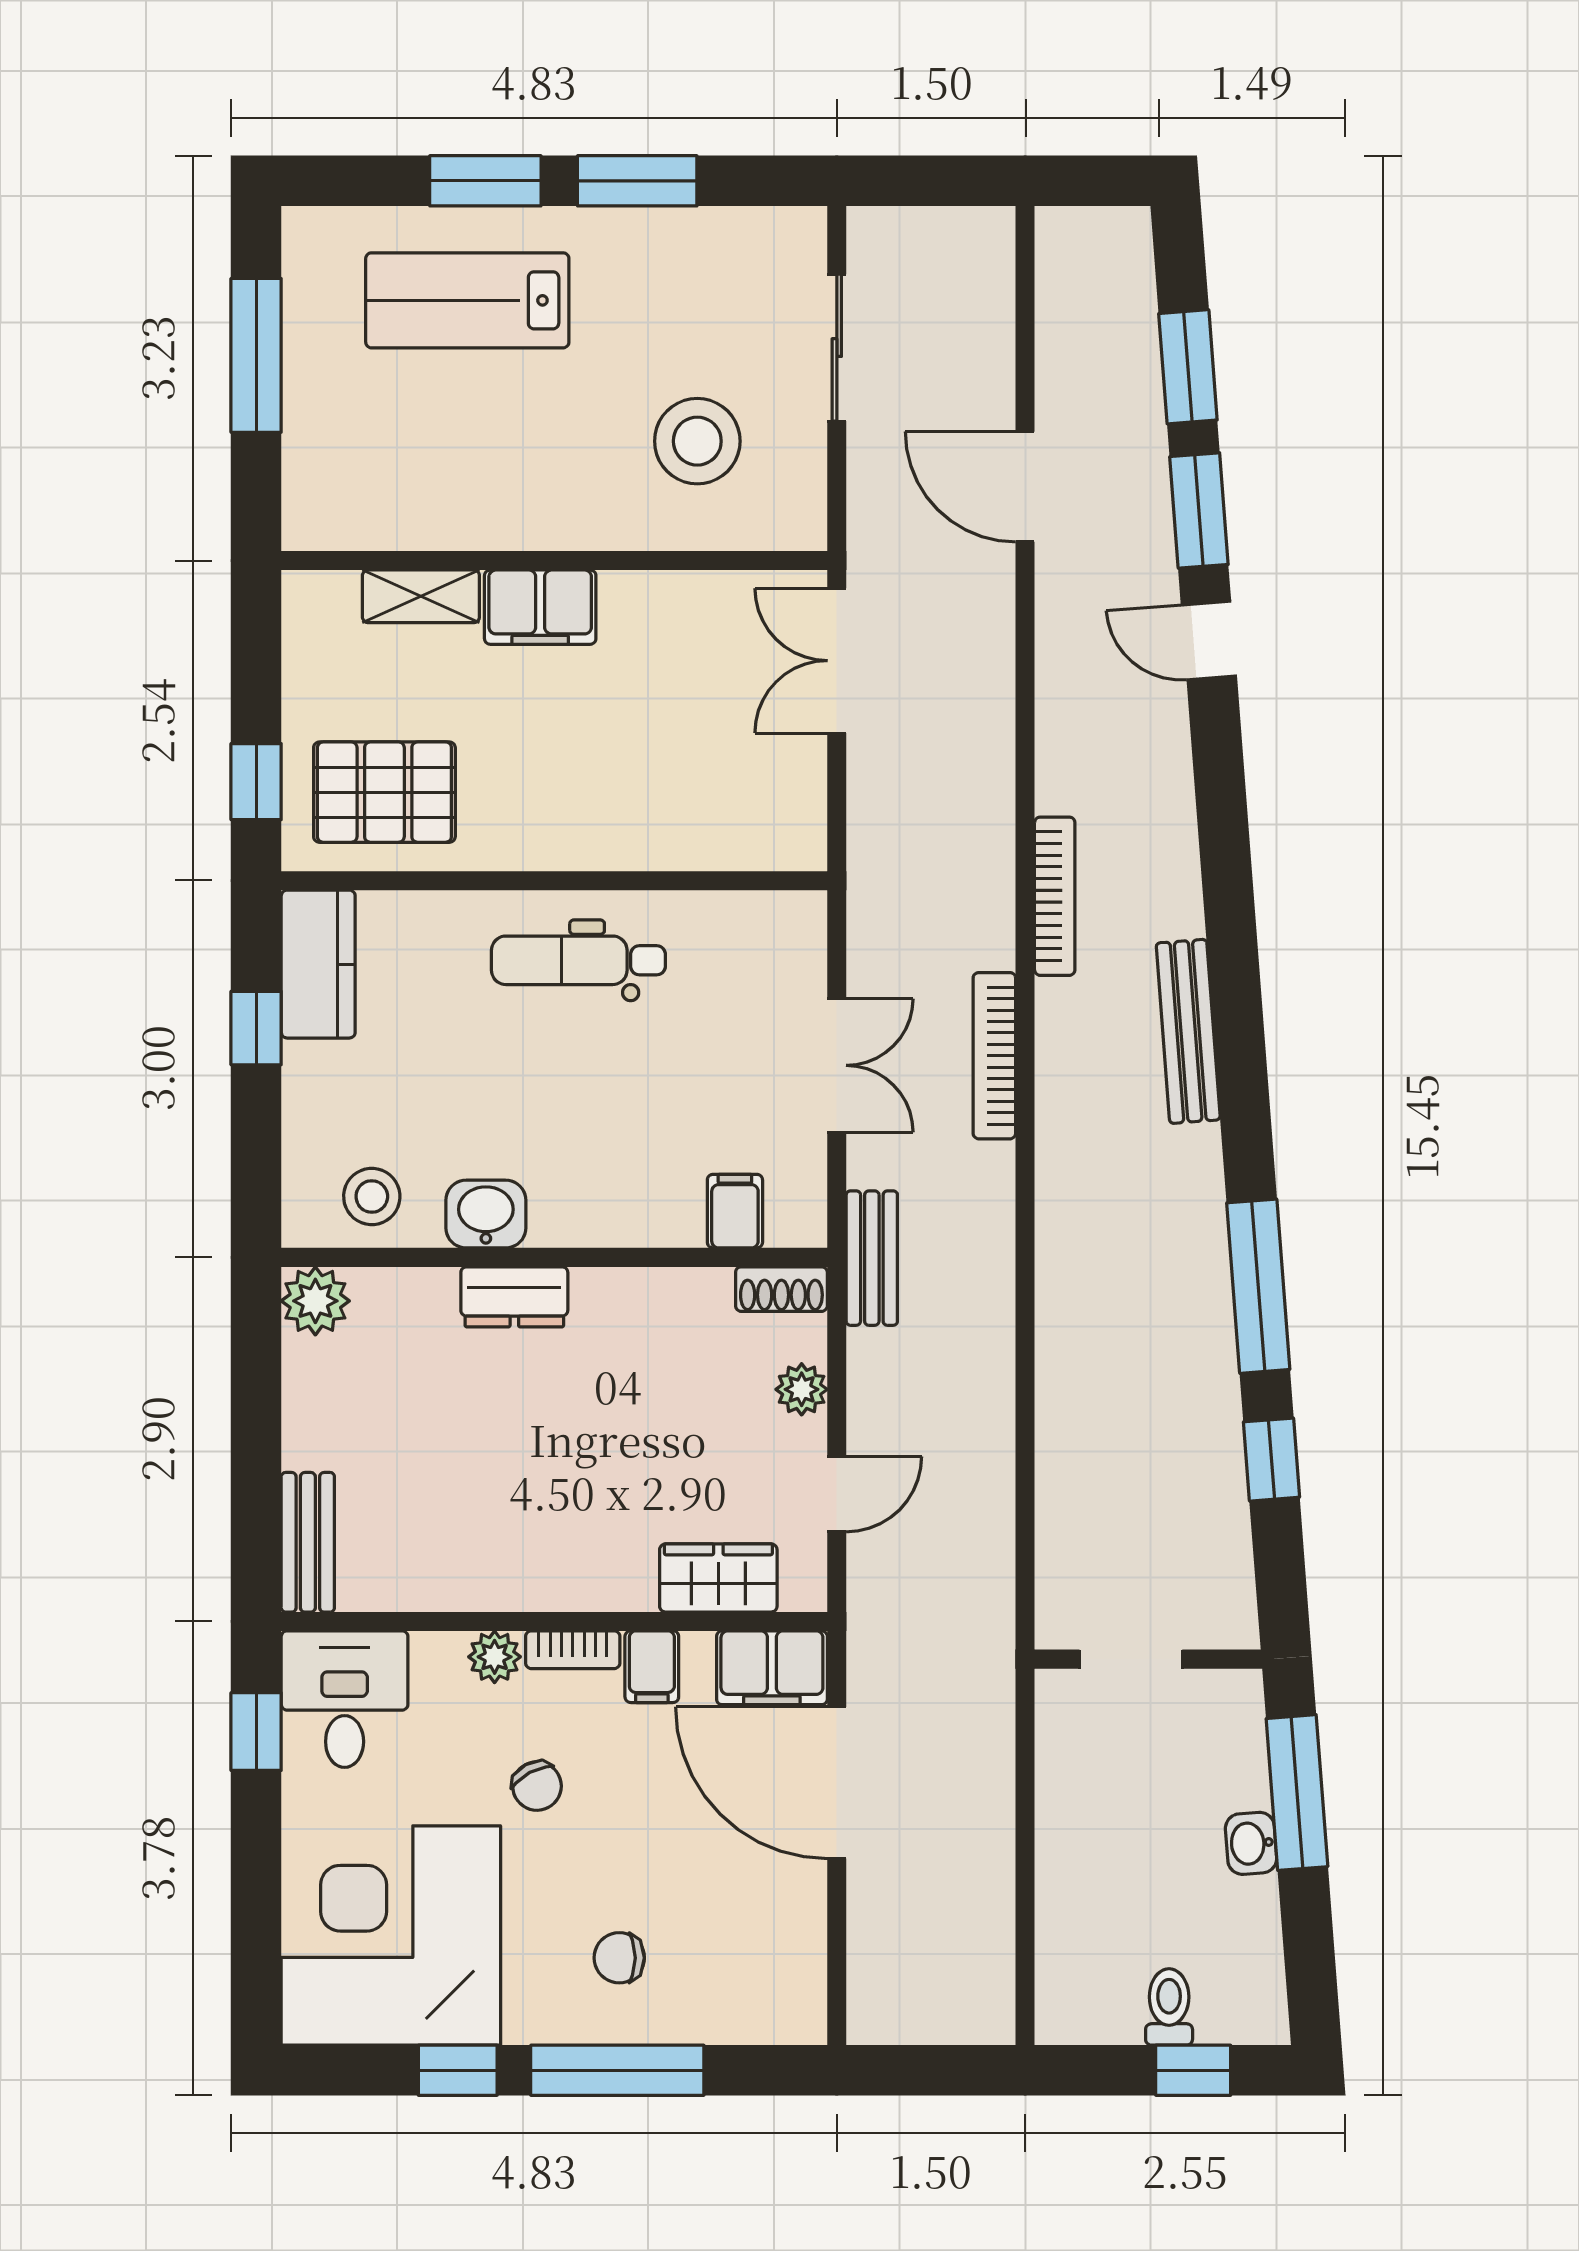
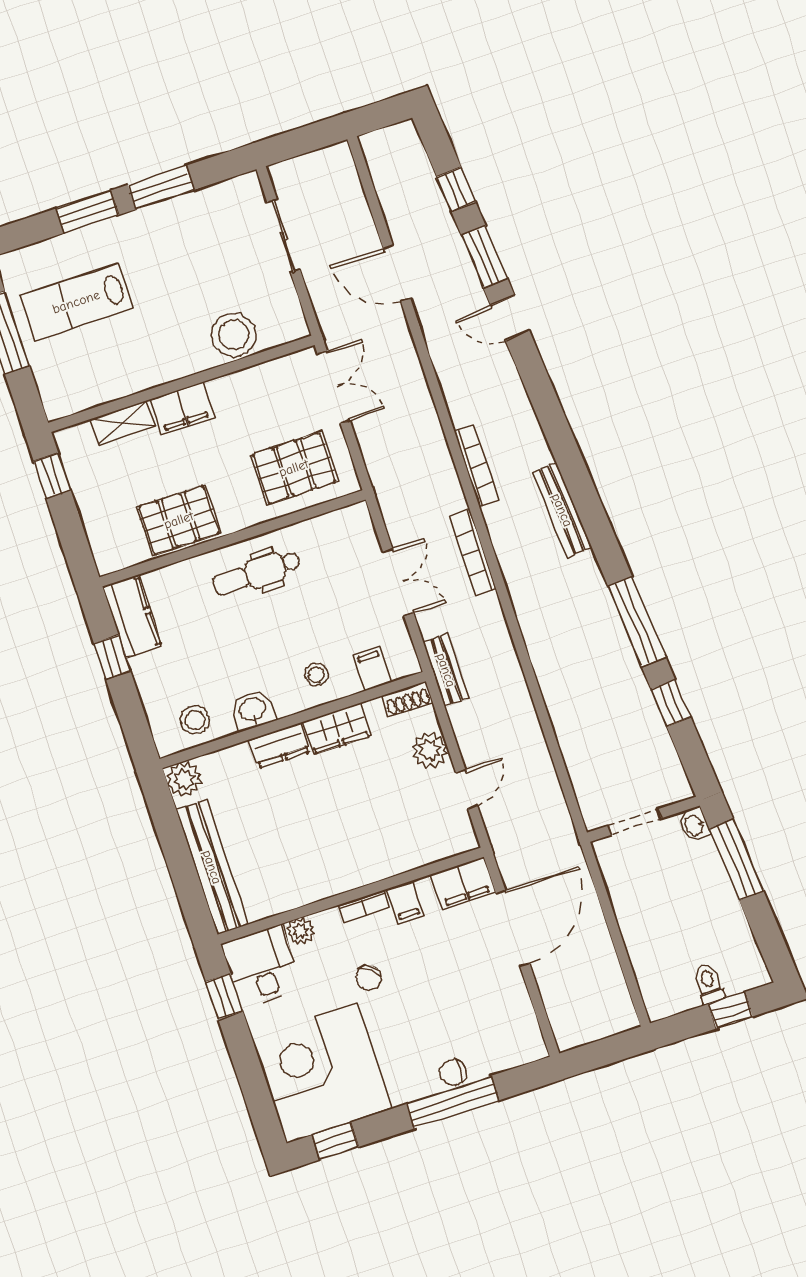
lab bench: (467, 300) -> (76, 302), moved
window: (1188, 367) -> (456, 189), width x0.67
stool: (697, 441) -> (234, 335), moved
double door: (837, 661) -> (334, 387), swing flipped
window: (256, 782) -> (52, 476), moved
pallet: (713, 788) -> (294, 468), added
pallet: (384, 792) -> (179, 520), moved
stool: (627, 1187) -> (316, 675), added
plant: (802, 1389) -> (430, 750), width x1.38, depth x1.38
bench: (308, 1542) -> (212, 867), width x1.86, depth x1.21
wardrobe: (718, 1578) -> (337, 729), moved, turned 180
plant: (495, 1657) -> (301, 931), moved
door: (837, 1783) -> (513, 928), swing flipped
chair: (537, 1786) -> (369, 978), turned 67
washbasin: (1251, 1843) -> (695, 825), moved
chair: (619, 1958) -> (453, 1072), moved
window: (458, 2070) -> (335, 1141), moved

